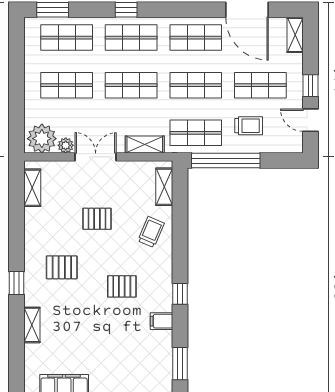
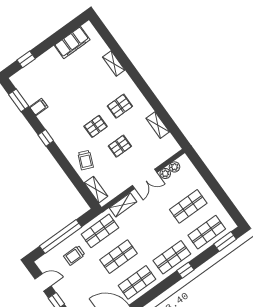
shop shelf: (131, 85) -> (153, 232), removed
shop shelf: (260, 85) -> (84, 282), removed
plant: (42, 139) -> (174, 167), width x0.53, depth x0.53
window: (226, 161) -> (61, 237), moved
shelving: (32, 188) -> (158, 125), moved
window: (16, 283) -> (138, 80), removed
pallet: (122, 286) -> (96, 126), moved
filing cabinet: (161, 321) -> (39, 107), moved

